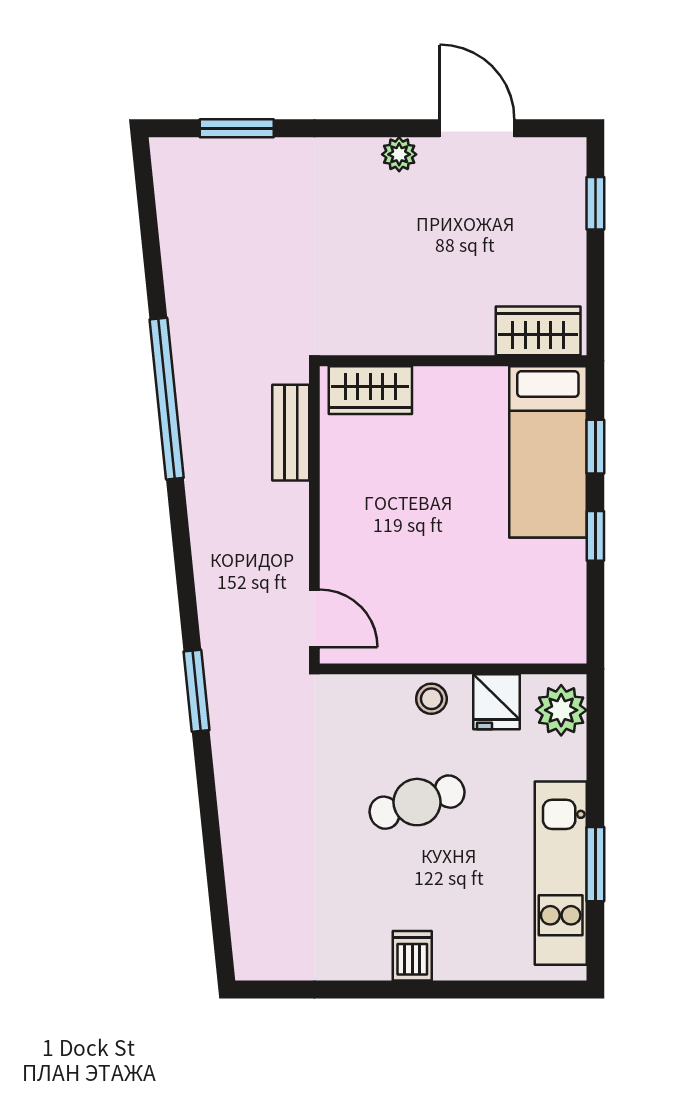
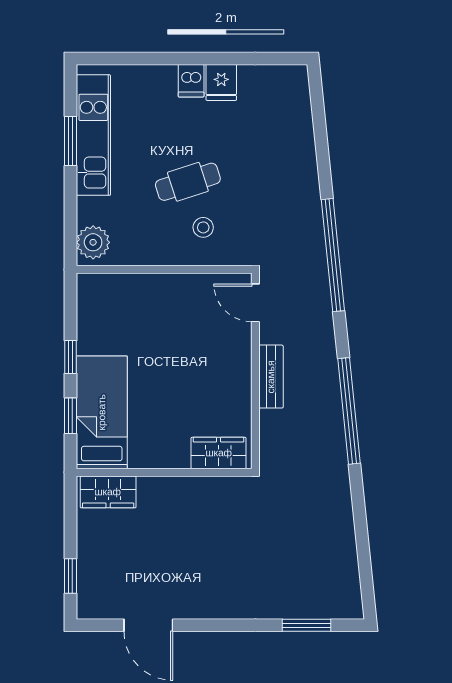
plant: (399, 154) -> (200, 608), removed
window: (167, 399) -> (349, 411), moved
bench: (291, 433) -> (271, 377), moved
window: (197, 691) -> (333, 255), width x2.11
stool: (431, 699) -> (203, 227), moved
fridge: (496, 702) -> (221, 82), moved, turned 180

